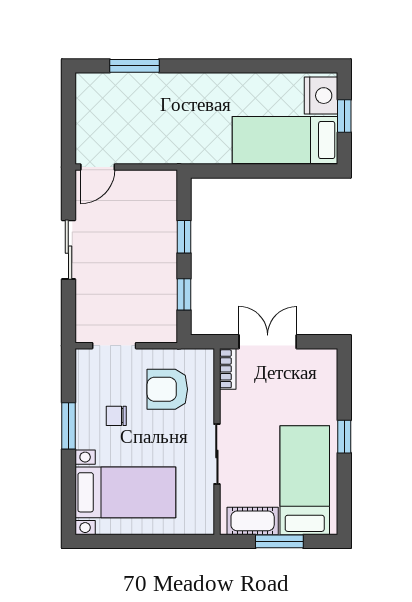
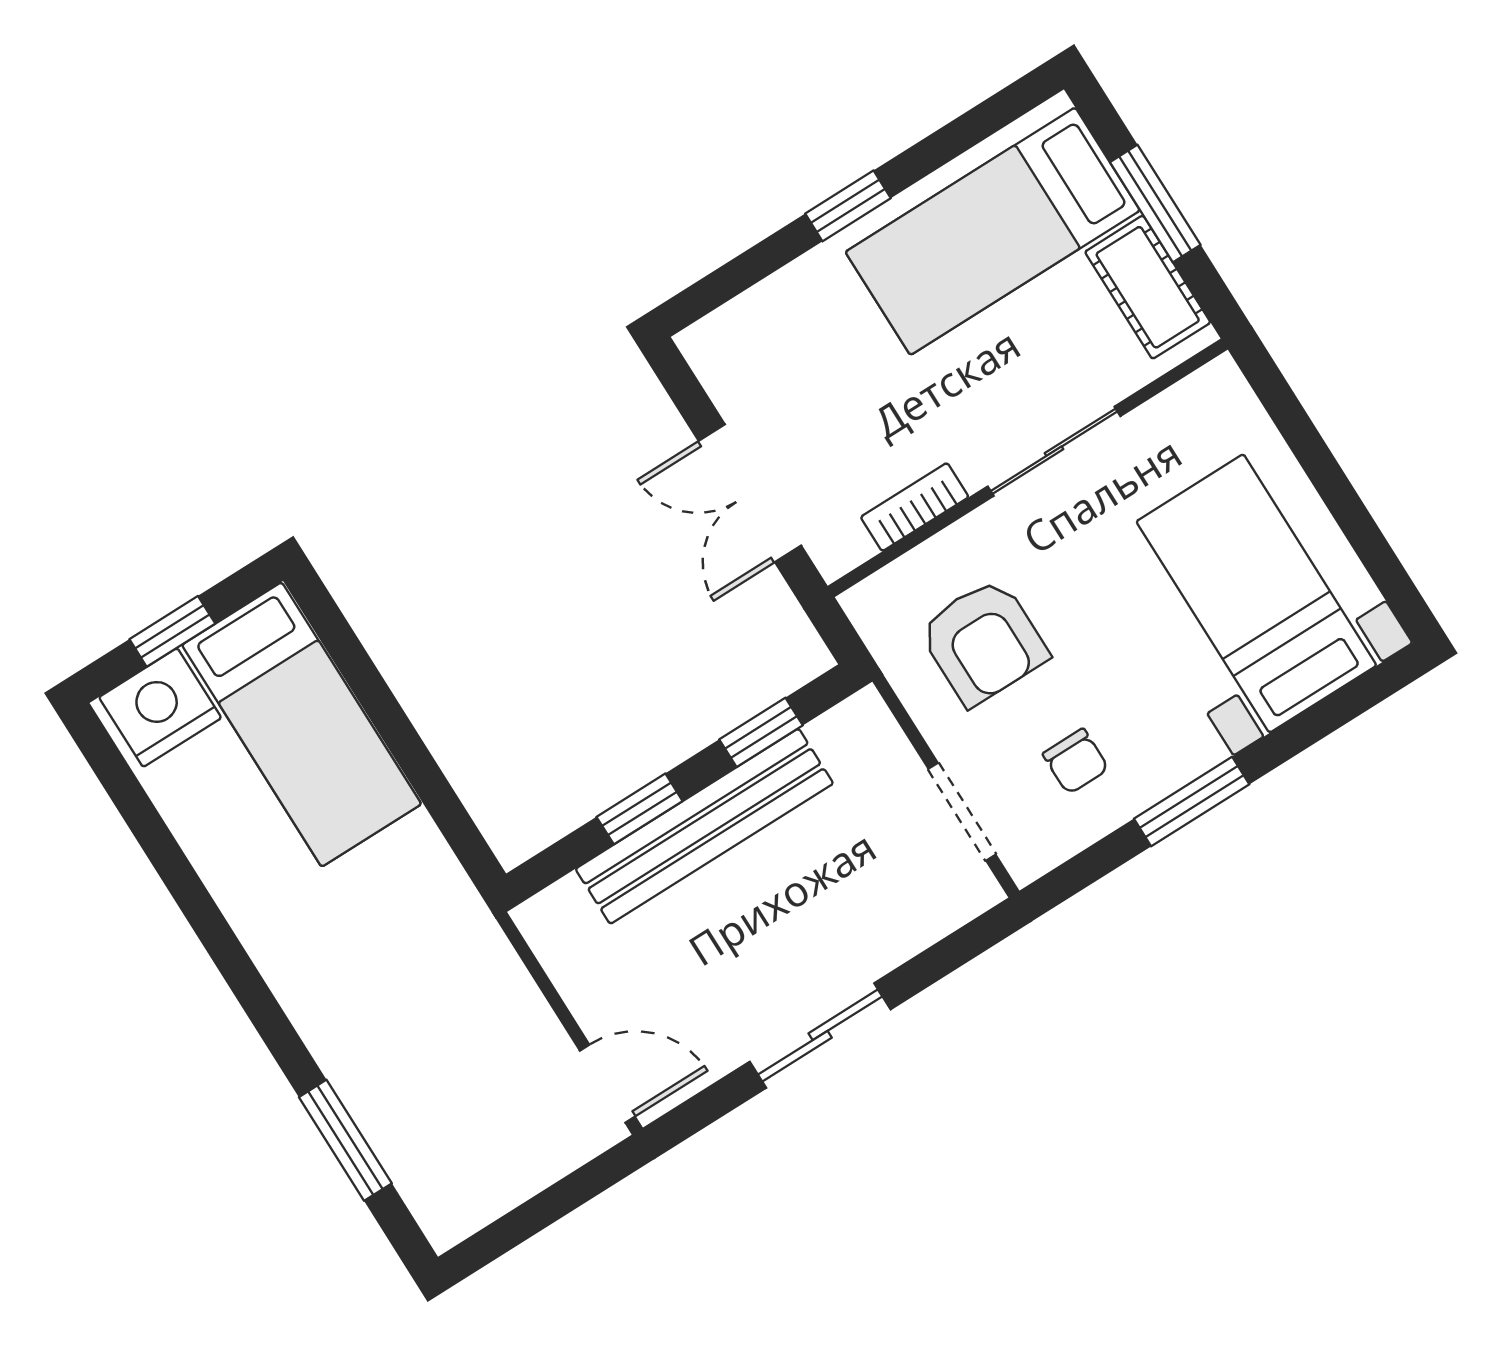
bench: (164, 255) -> (704, 826), added
bookcase: (228, 369) -> (915, 507), moved
chair: (116, 416) -> (1076, 761), moved

